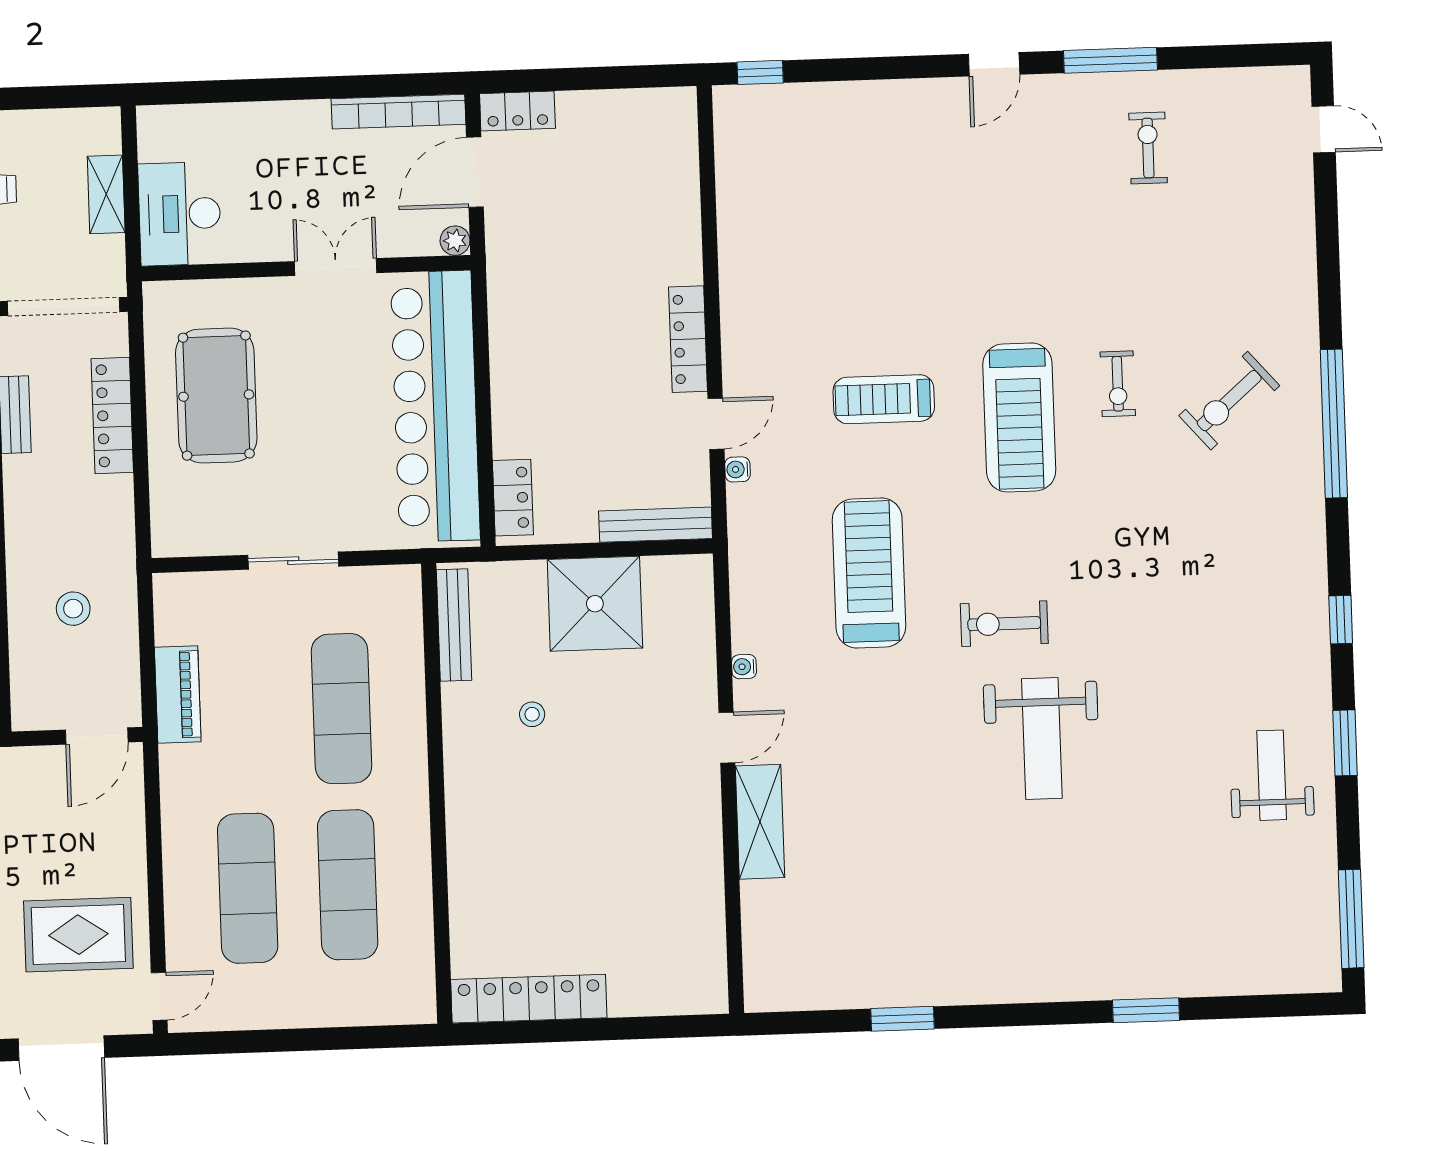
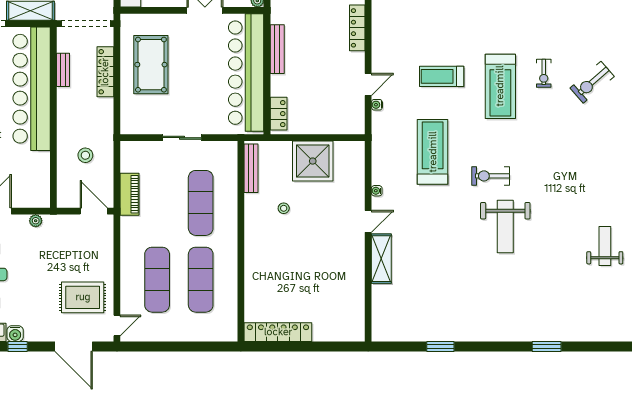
locker: (688, 339) -> (357, 28), moved
bench: (656, 525) -> (277, 49), moved, turned 90
door: (97, 736) -> (94, 211), swing flipped

